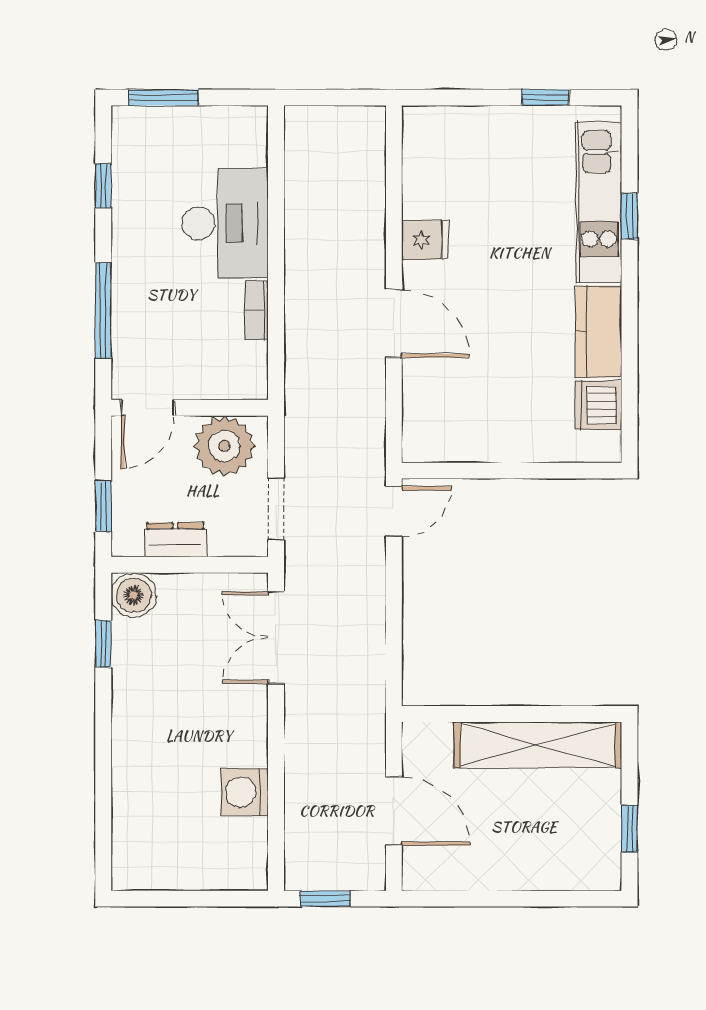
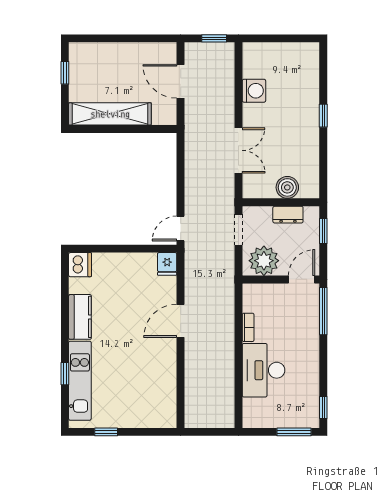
window: (103, 186) -> (323, 407), moved
fridge: (425, 240) -> (167, 264), moved, turned -90
window: (103, 311) -> (323, 311), moved
door: (394, 324) -> (181, 321), hinge flipped
dishwasher: (598, 405) -> (80, 265), moved
boiler: (134, 595) -> (287, 187), moved
double door: (276, 638) -> (238, 150), moved
window: (103, 644) -> (323, 116), moved

